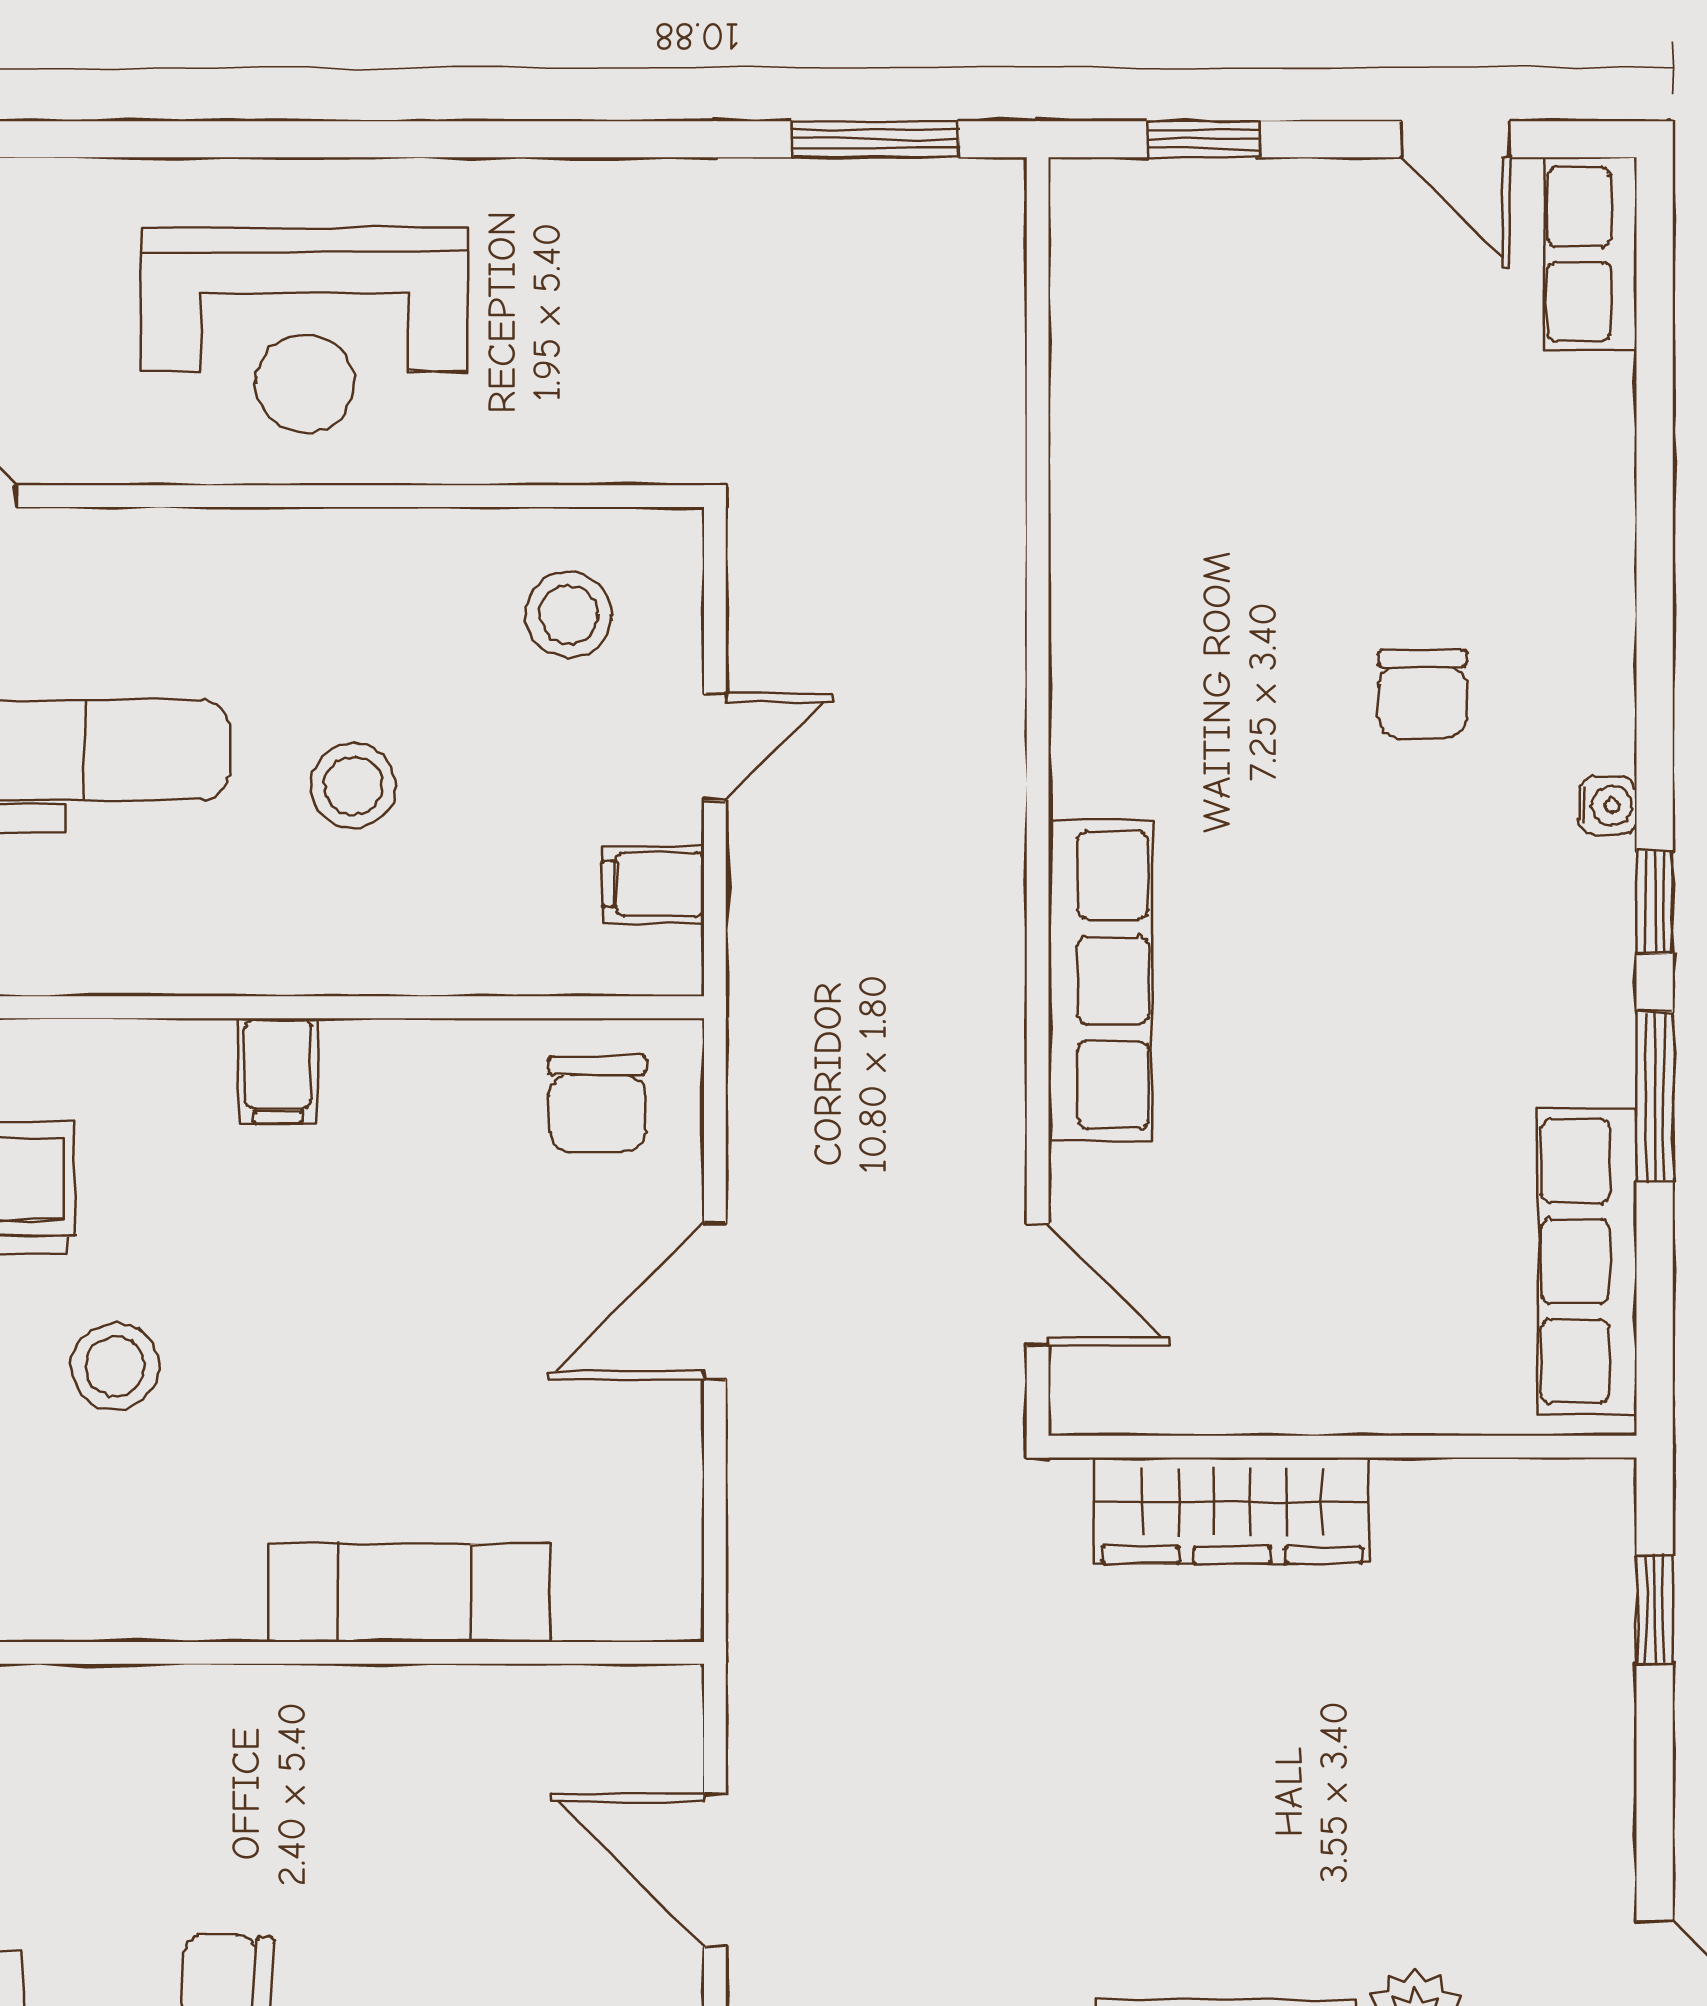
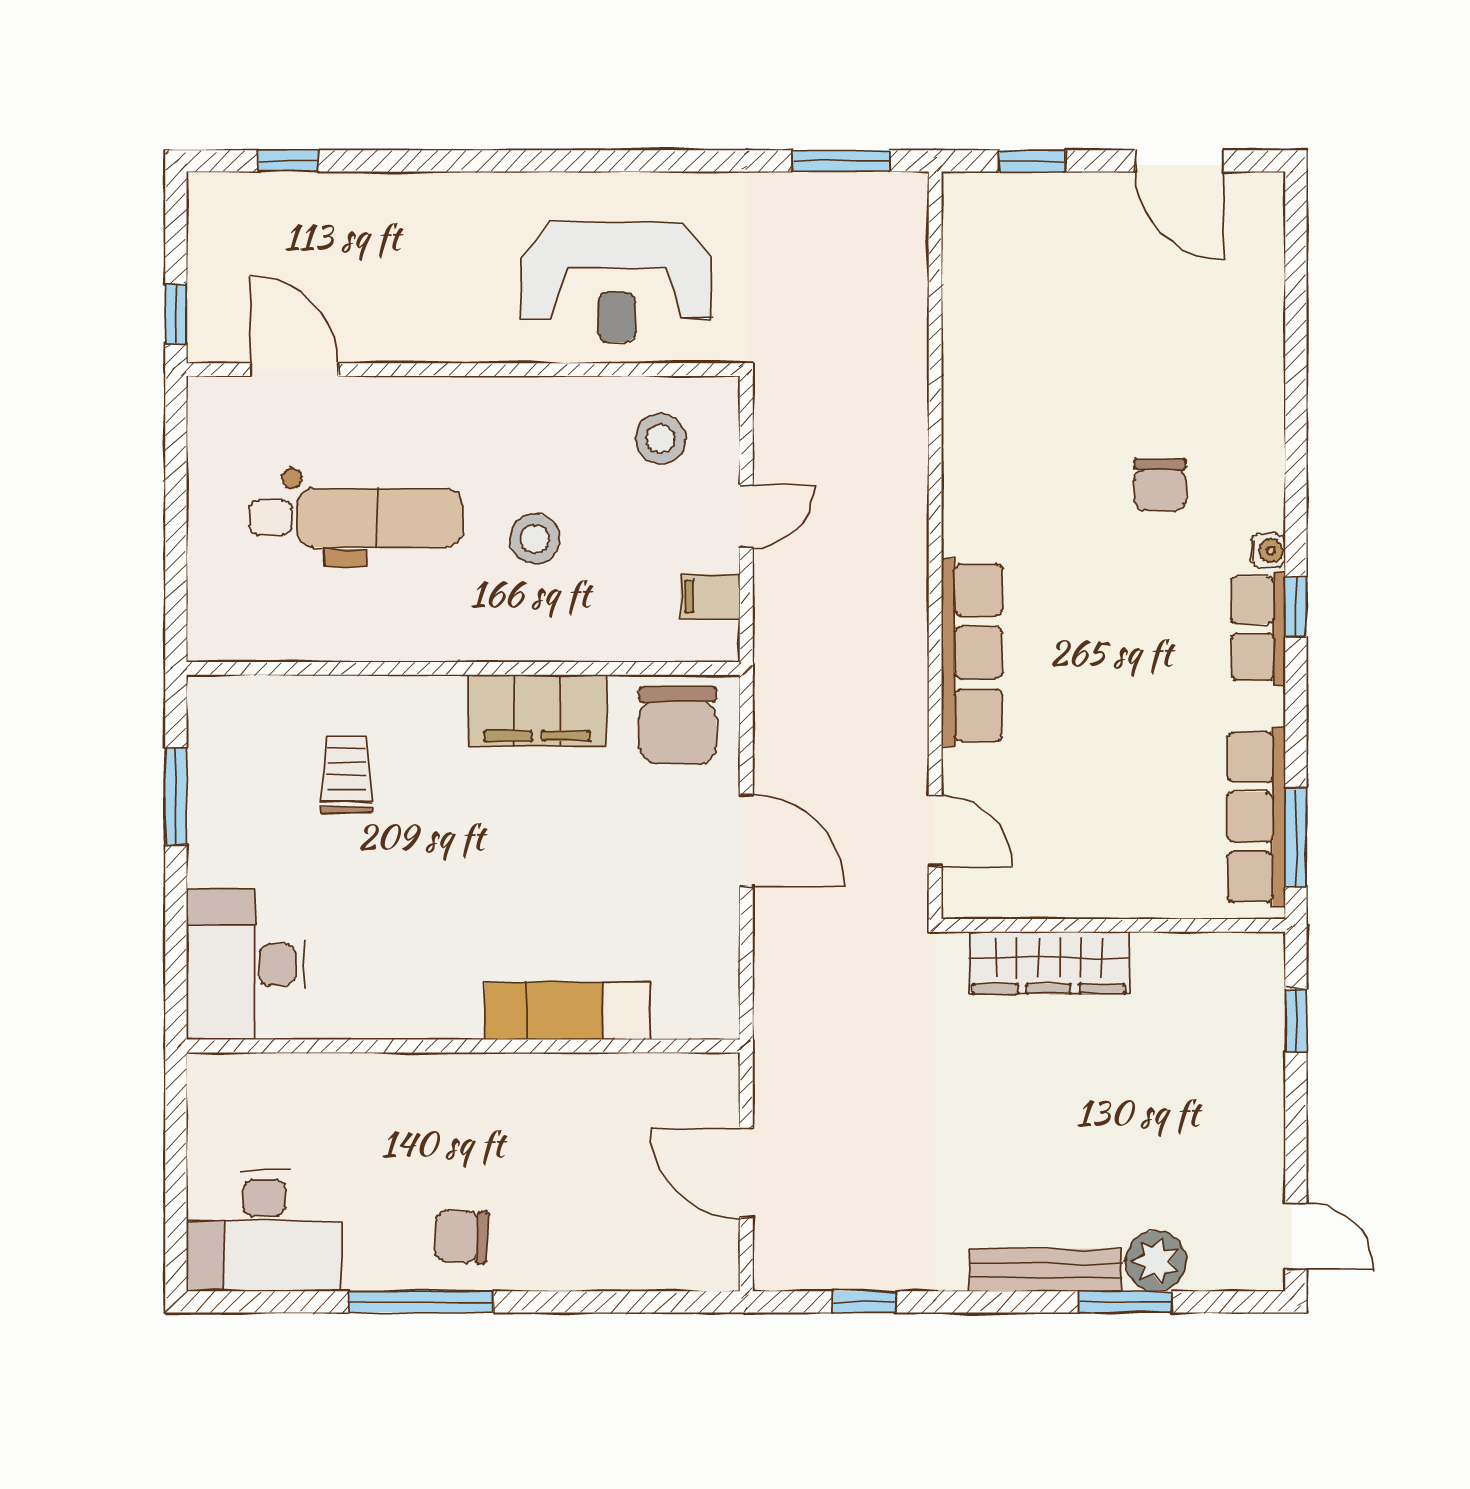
door: (1456, 139) -> (1179, 161), width x1.38
row of seats: (1590, 254) -> (1258, 628), moved
reception desk: (305, 330) -> (617, 282), moved
filing cabinet: (278, 1071) -> (537, 711), width x3.00, depth x1.17
window: (1655, 1096) -> (1296, 837), moved
chair: (597, 1104) -> (678, 725), width x1.37, depth x1.37
door: (715, 1301) -> (746, 840), swing flipped
stool: (115, 1366) -> (395, 878), removed

